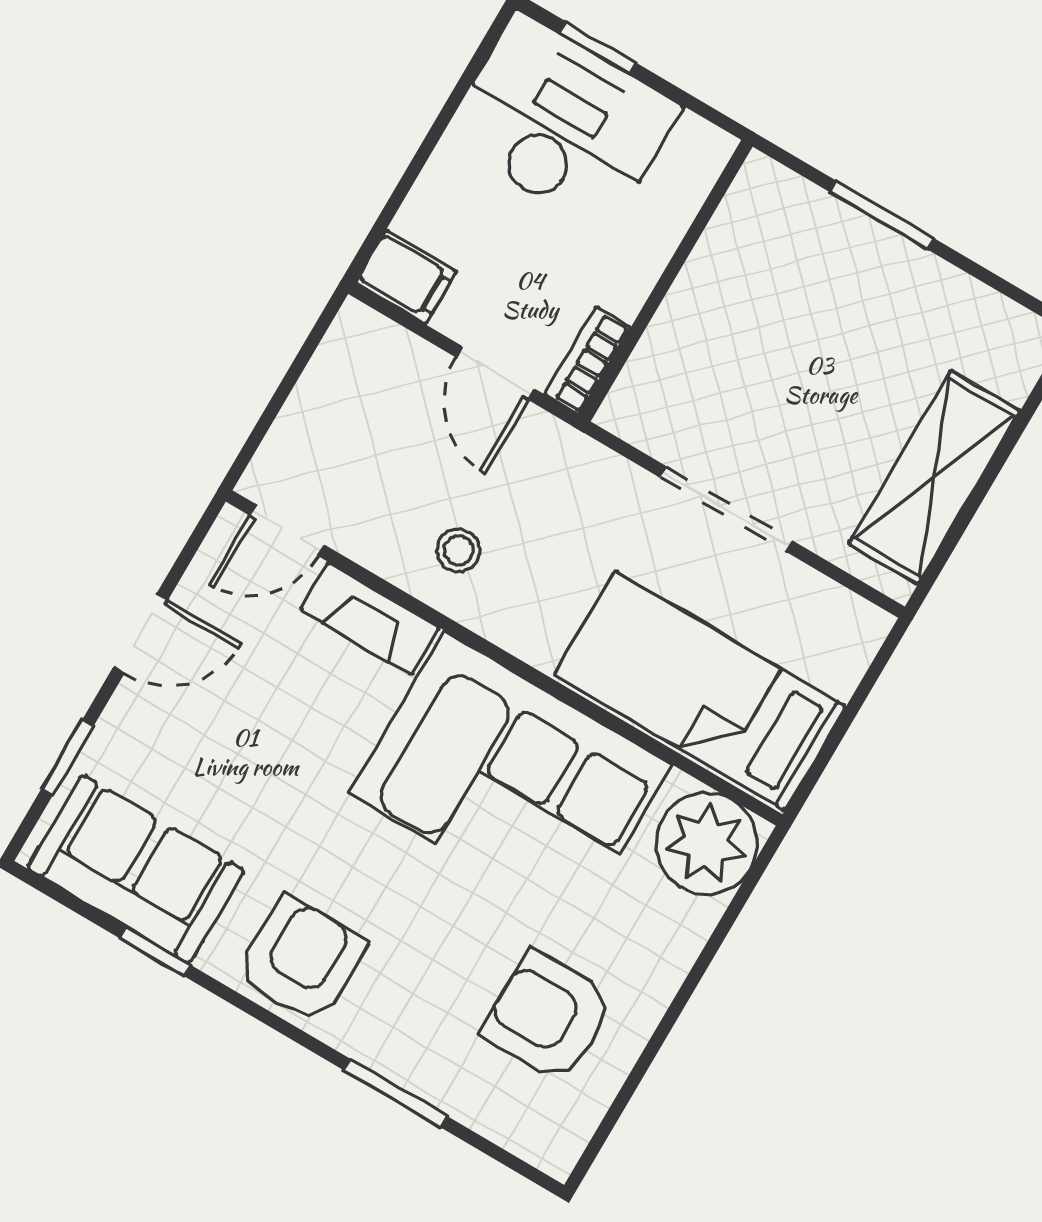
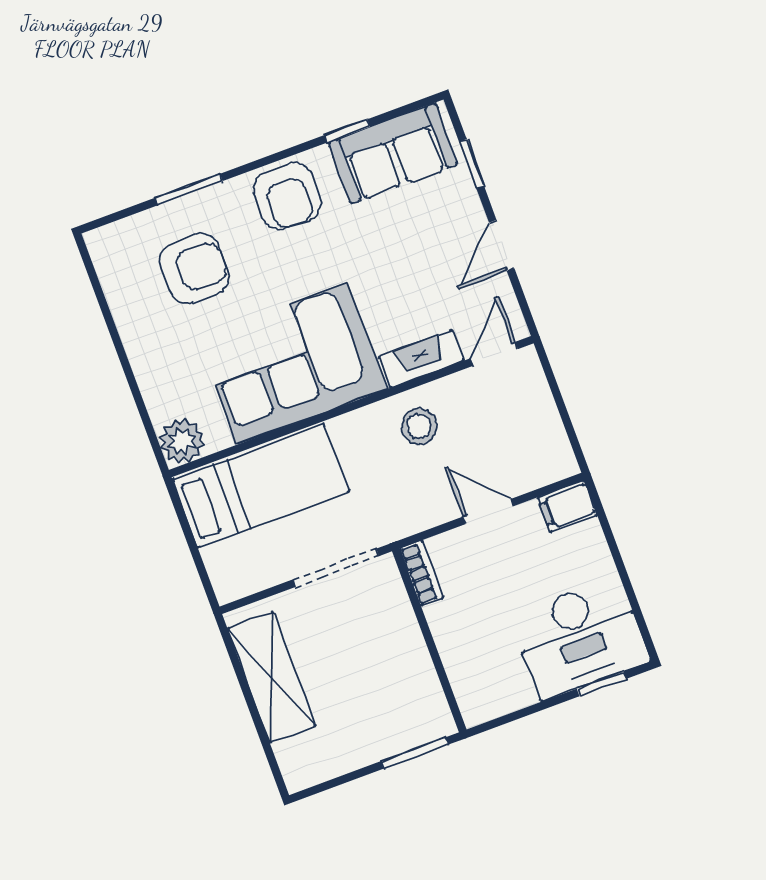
wall: (666, 281) -> (429, 640), moved
bookcase: (588, 361) -> (422, 573), moved
stool: (458, 550) -> (419, 426), width x1.37, depth x1.37
plant: (707, 844) -> (182, 441), width x0.73, depth x0.73
armchair: (548, 1016) -> (194, 269), moved

